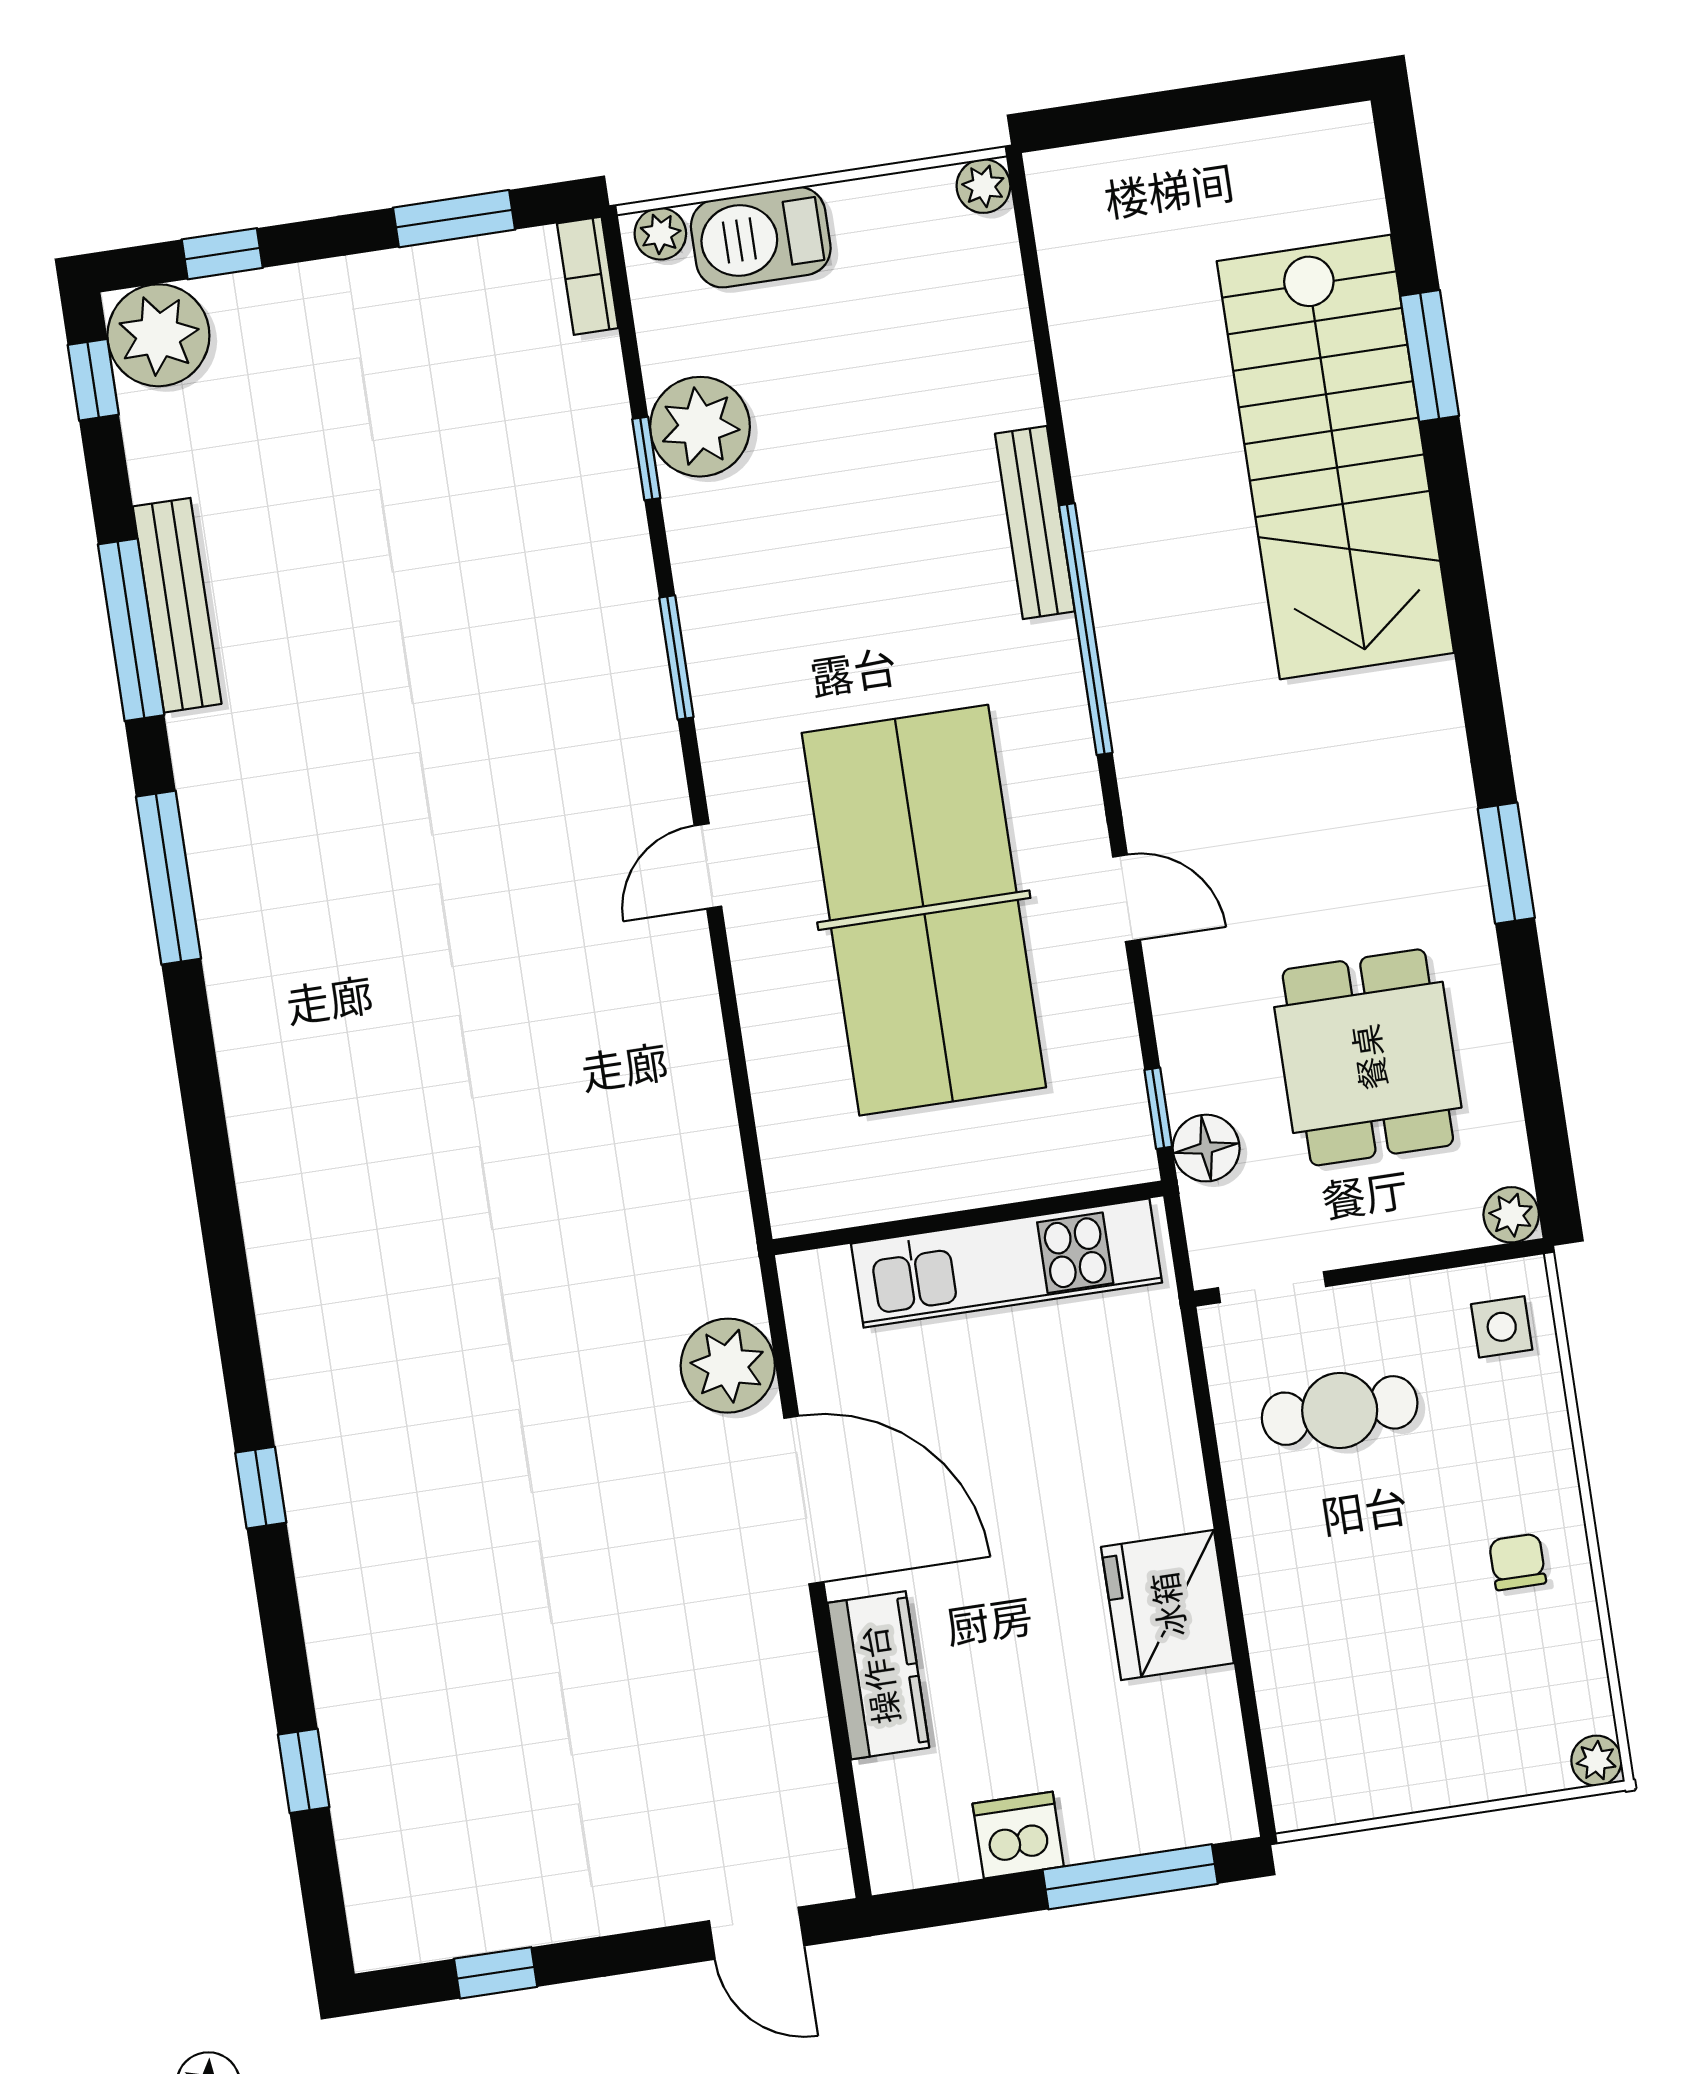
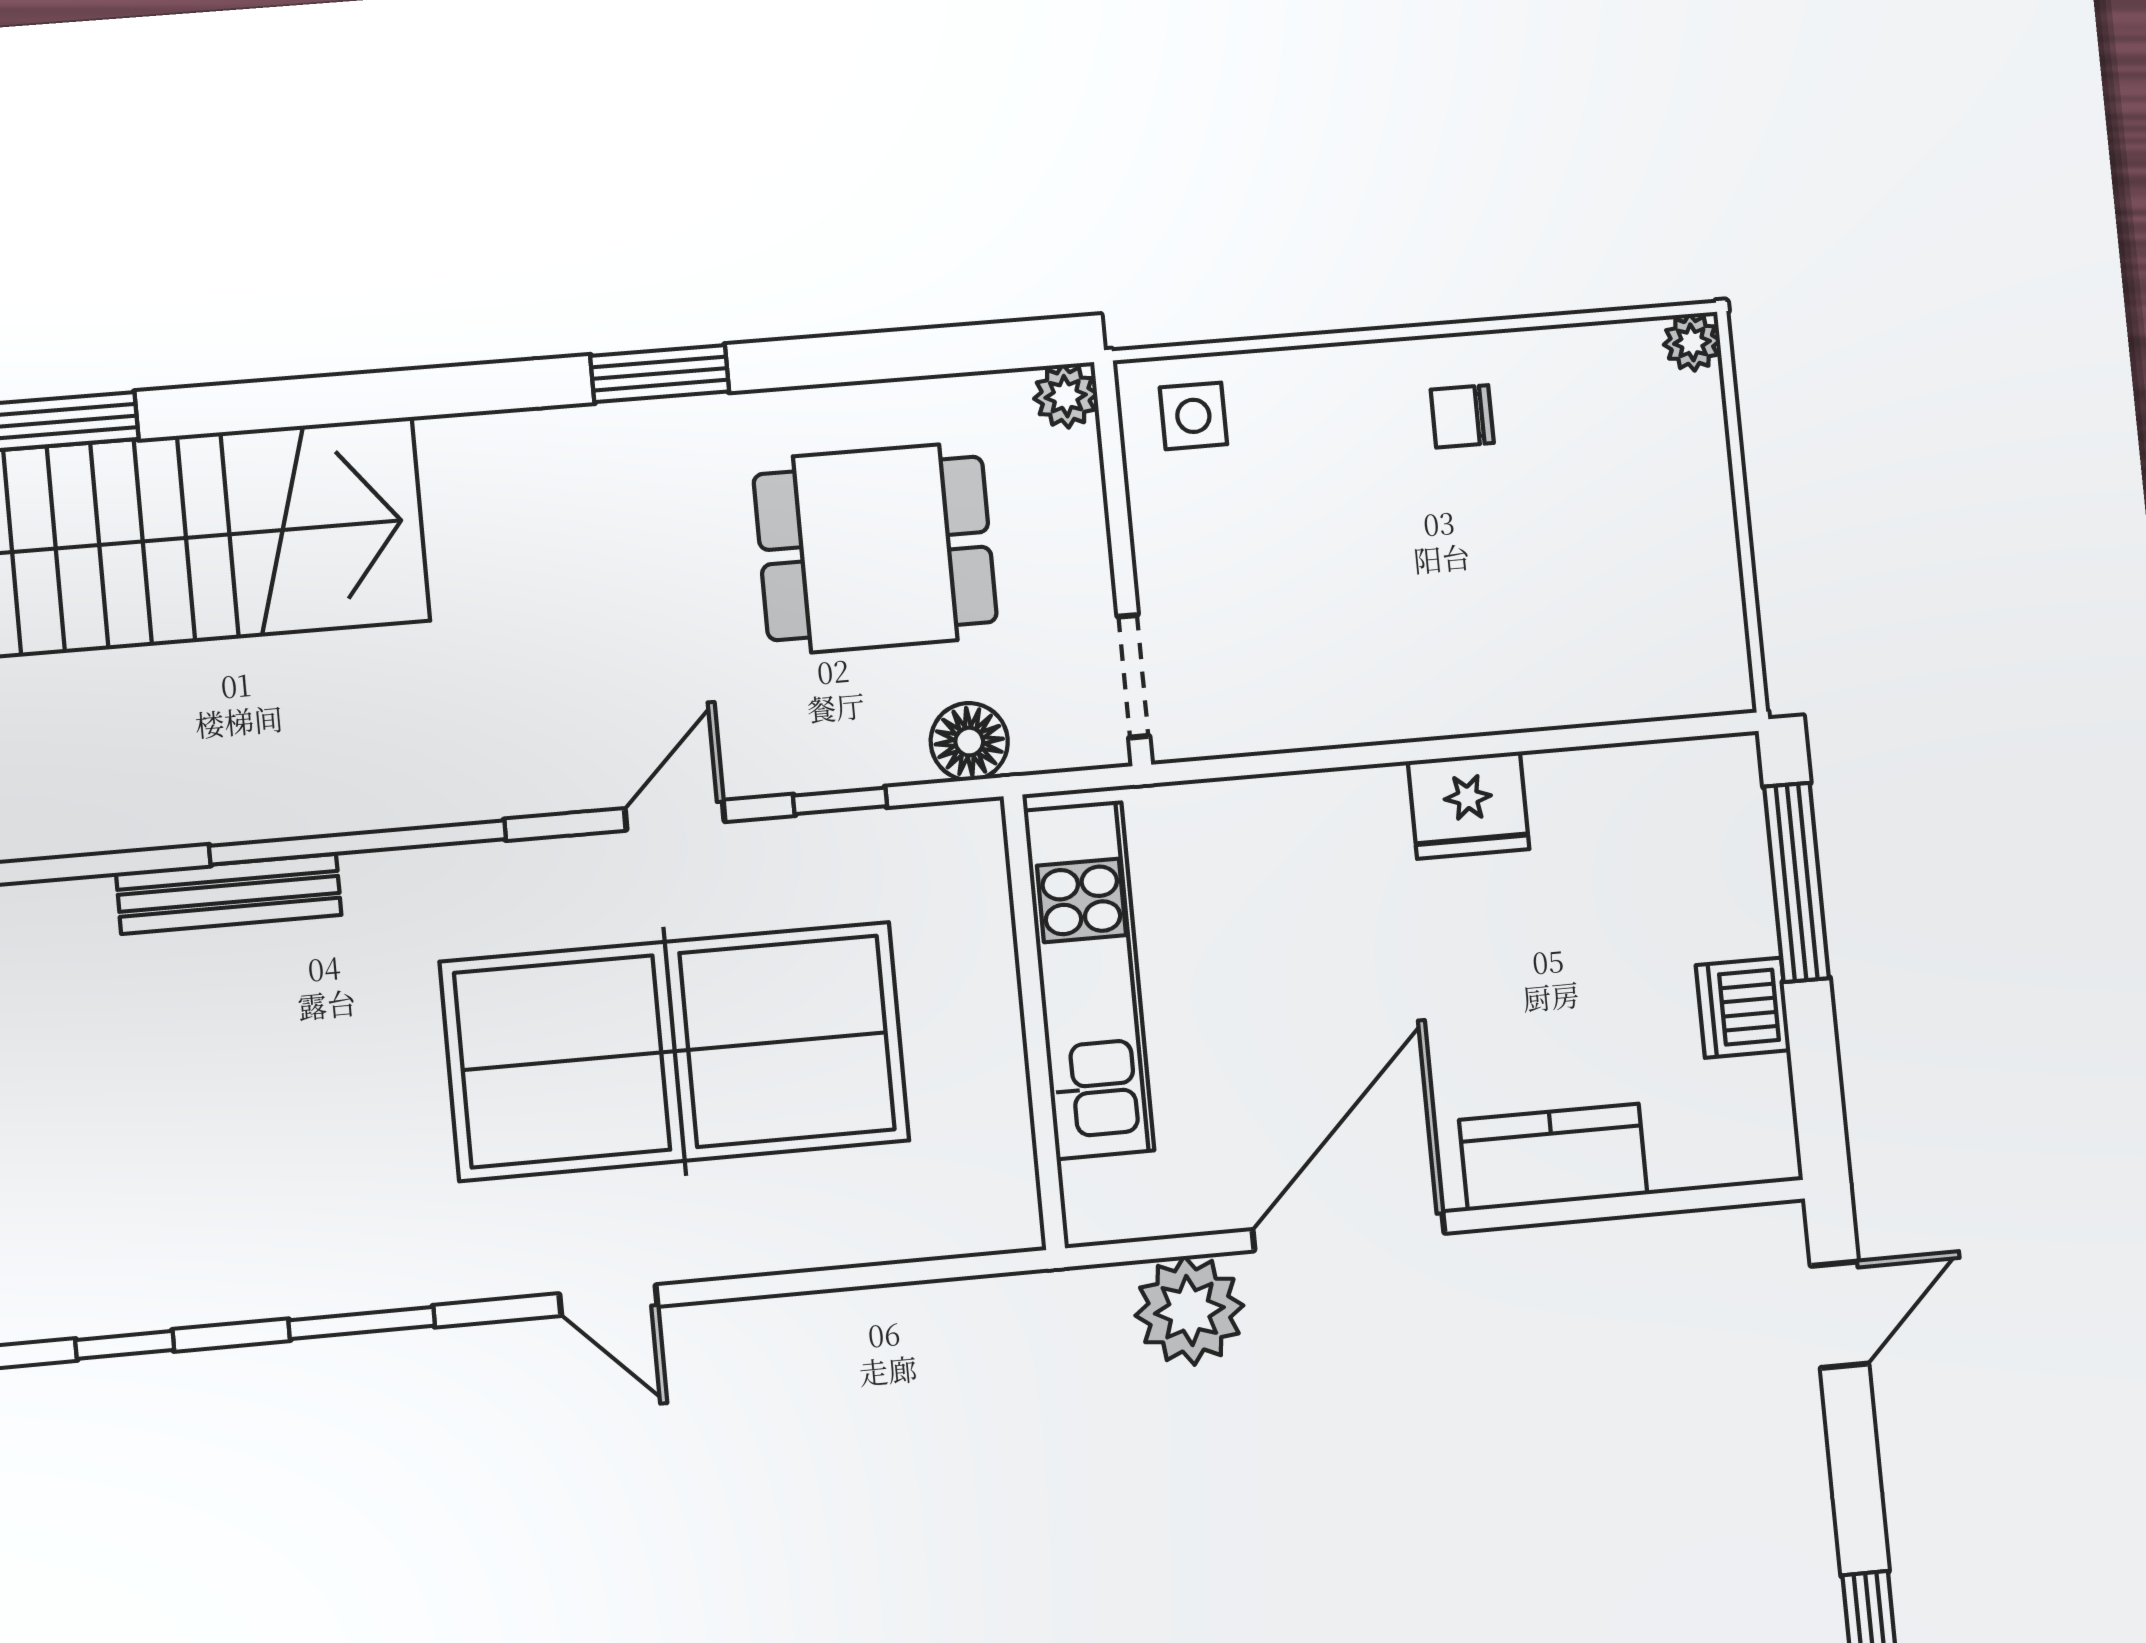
plant: (700, 427) -> (91, 1280), removed
window: (1158, 1108) -> (840, 801), moved
cafe table: (1340, 1411) -> (1279, 608), removed
fridge: (1167, 1605) -> (1469, 805), width x0.73, depth x0.75

